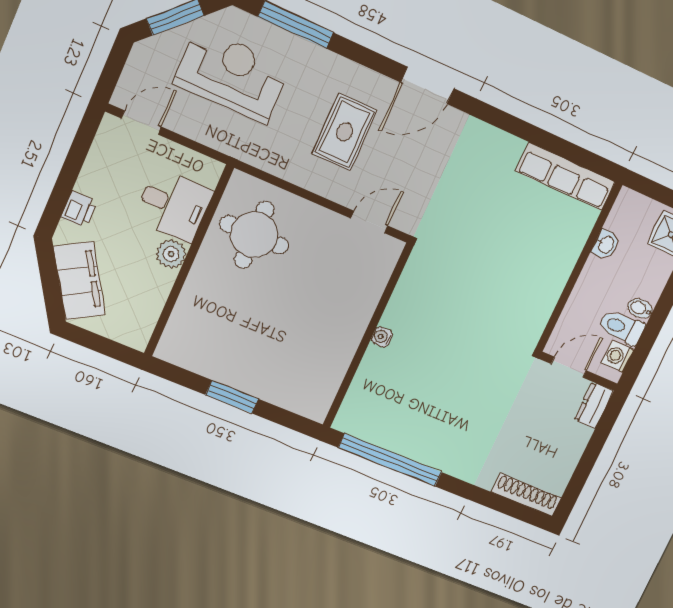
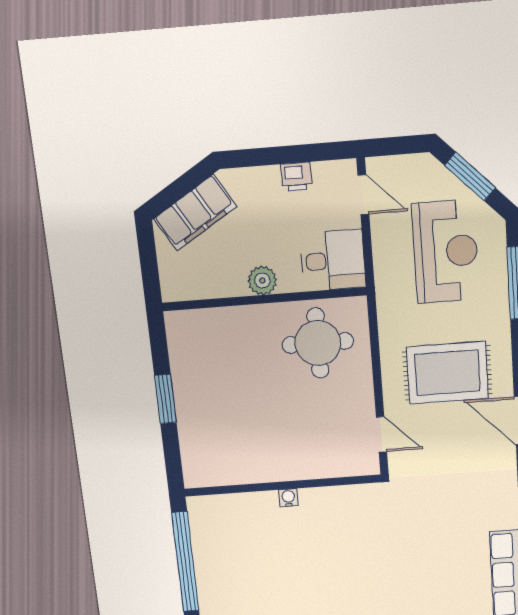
rug: (345, 132) -> (447, 373), width x1.36, depth x1.43
desk: (173, 205) -> (333, 260), moved, turned -90
printer: (79, 209) -> (296, 177), moved

